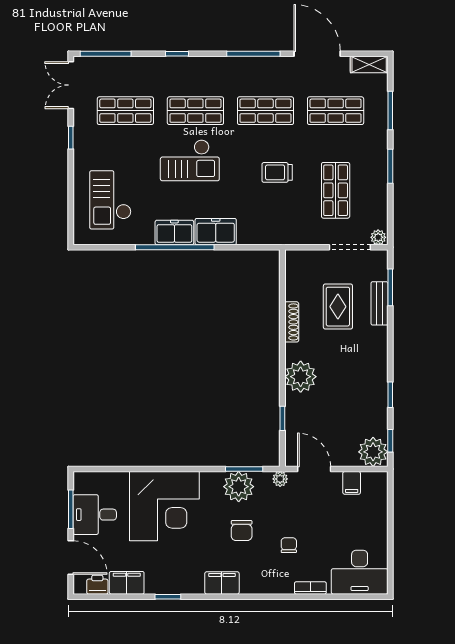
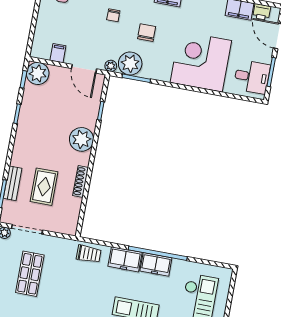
trolley: (277, 172) -> (89, 254), moved
plant: (239, 487) -> (130, 63), moved
desk: (95, 515) -> (252, 77), moved

